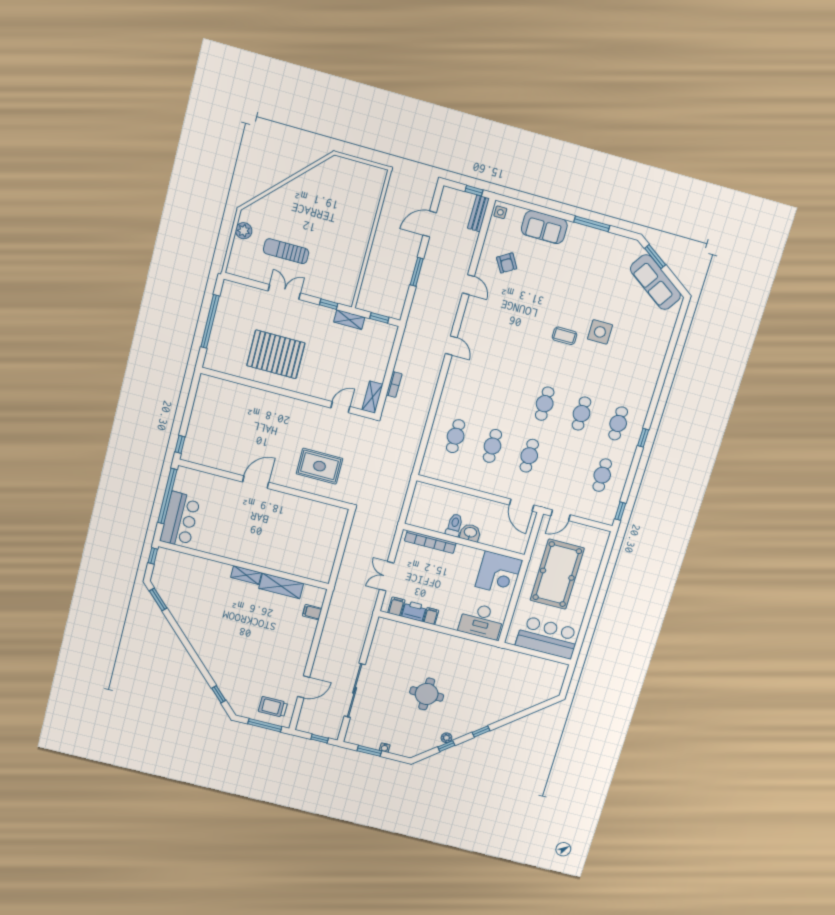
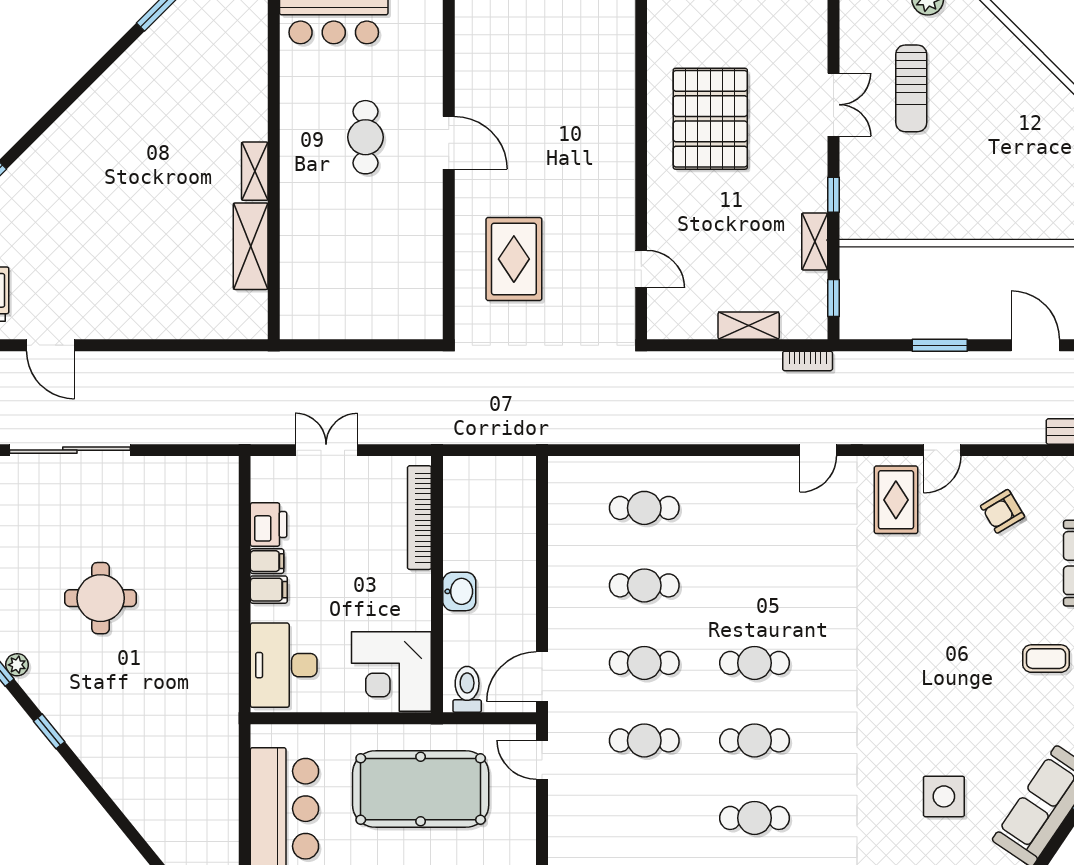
sun lounger: (286, 251) -> (911, 88), turned 180
rug: (486, 314) -> (896, 500), added
side table: (600, 332) -> (944, 796), moved
coffee table: (564, 336) -> (1046, 659), moved, turned 90
bookcase: (394, 384) -> (808, 361), moved
shelving: (372, 397) -> (749, 326), moved
cafe table: (602, 475) -> (644, 740), moved
cafe table: (243, 520) -> (366, 137), added
toilet: (454, 525) -> (467, 689), moved, turned -90
filing cabinet: (396, 606) -> (269, 590), moved
filing cabinet: (312, 612) -> (213, 322), removed

